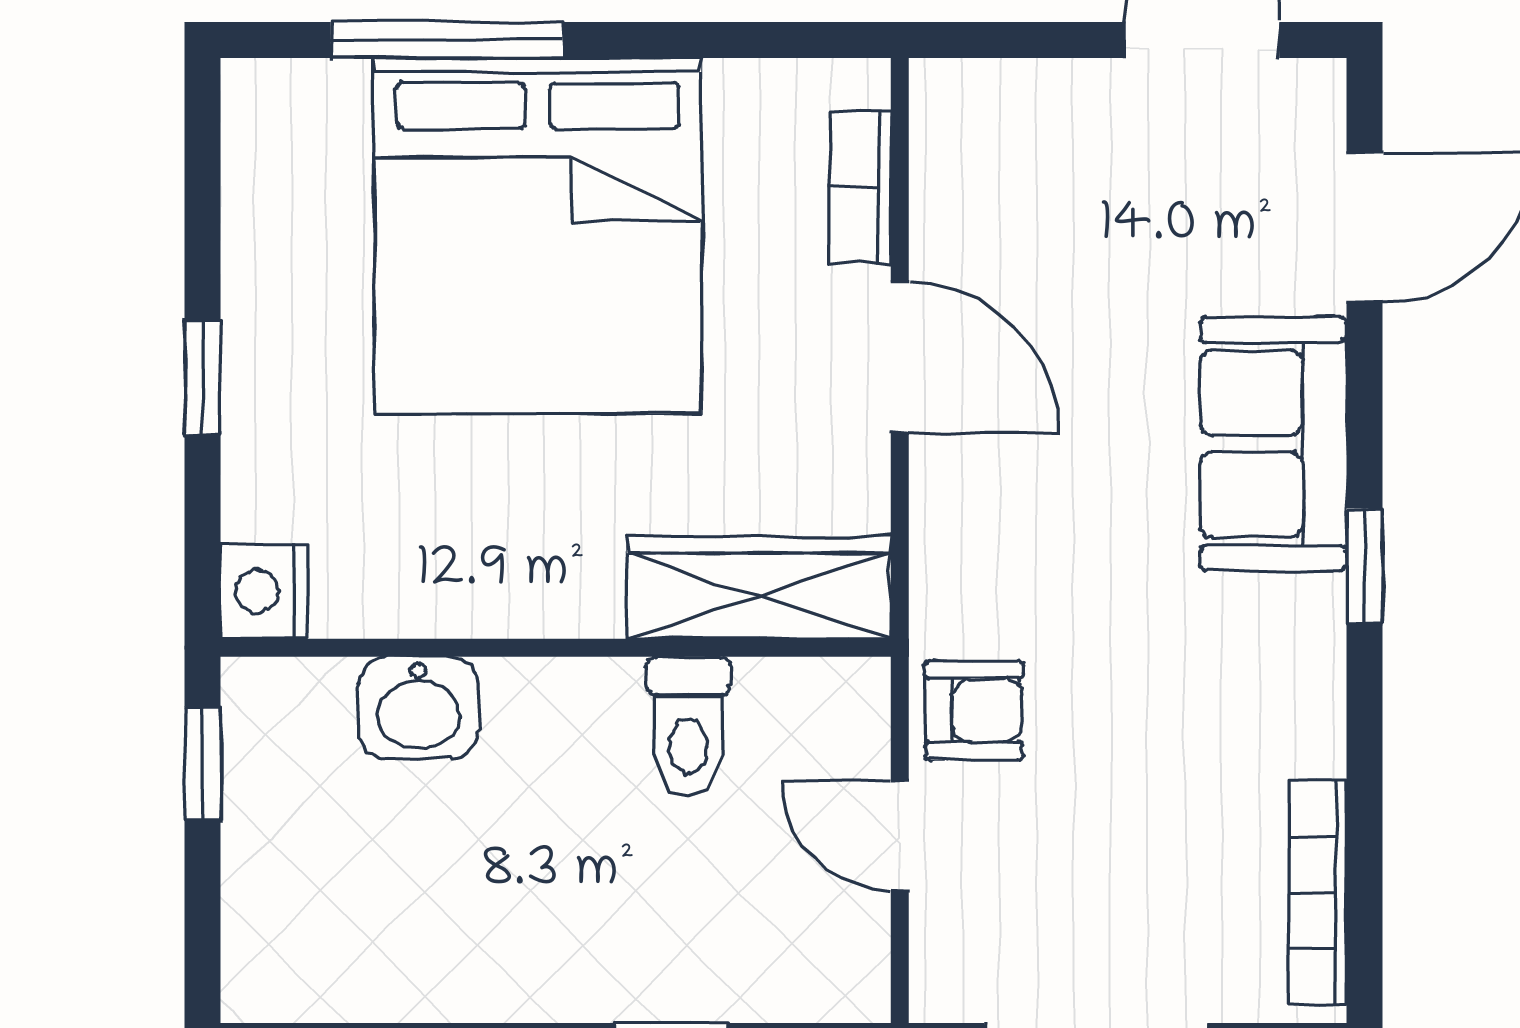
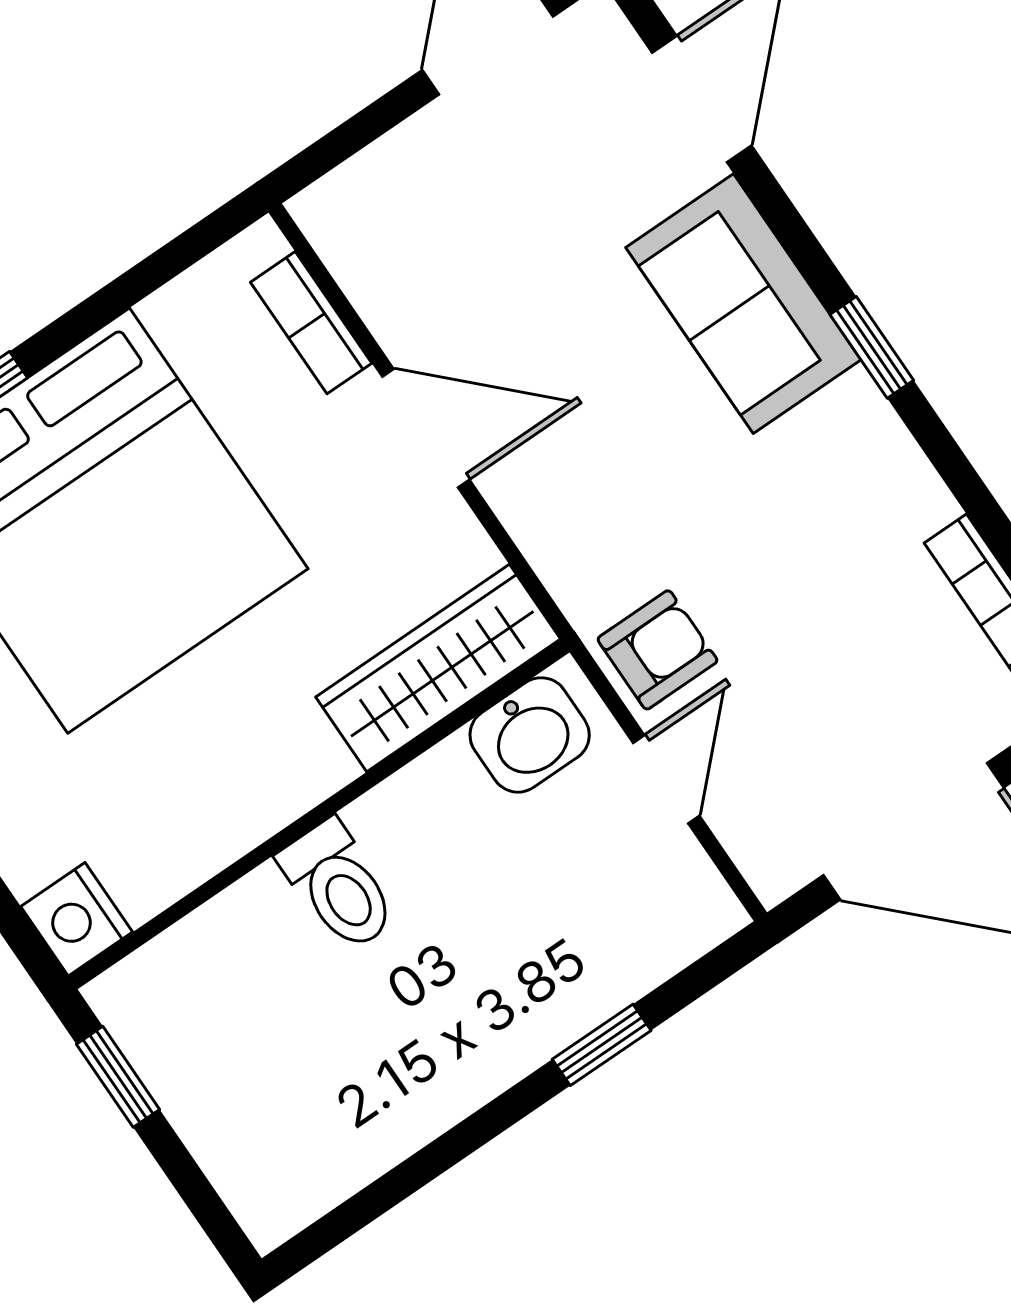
washbasin: (418, 708) -> (530, 735), moved
toilet: (688, 727) -> (339, 886), moved
door: (900, 836) -> (666, 779), swing flipped

